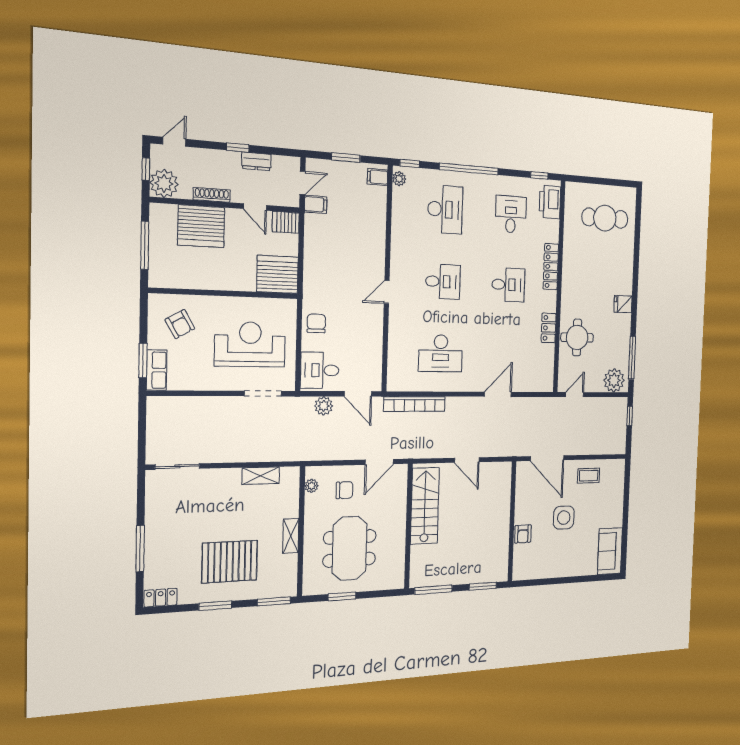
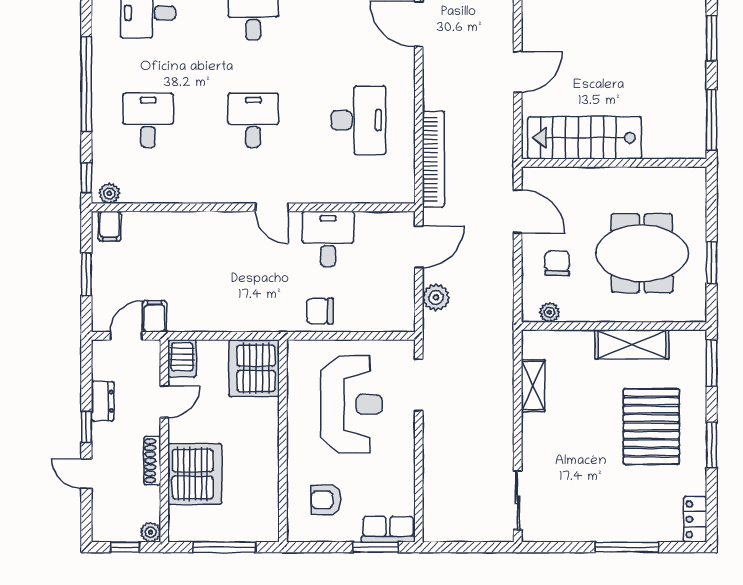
door: (174, 142) -> (86, 474), moved
plant: (164, 183) -> (151, 532), width x0.53, depth x0.53
door: (302, 183) -> (126, 336), hinge flipped
desk: (445, 209) -> (148, 120), width x0.73
armchair: (180, 324) -> (326, 500), turned -150
reception desk: (250, 344) -> (351, 404), turned 180
desk: (320, 370) -> (328, 239), moved, turned 180
shelving: (291, 536) -> (632, 344), width x1.50, depth x1.33

